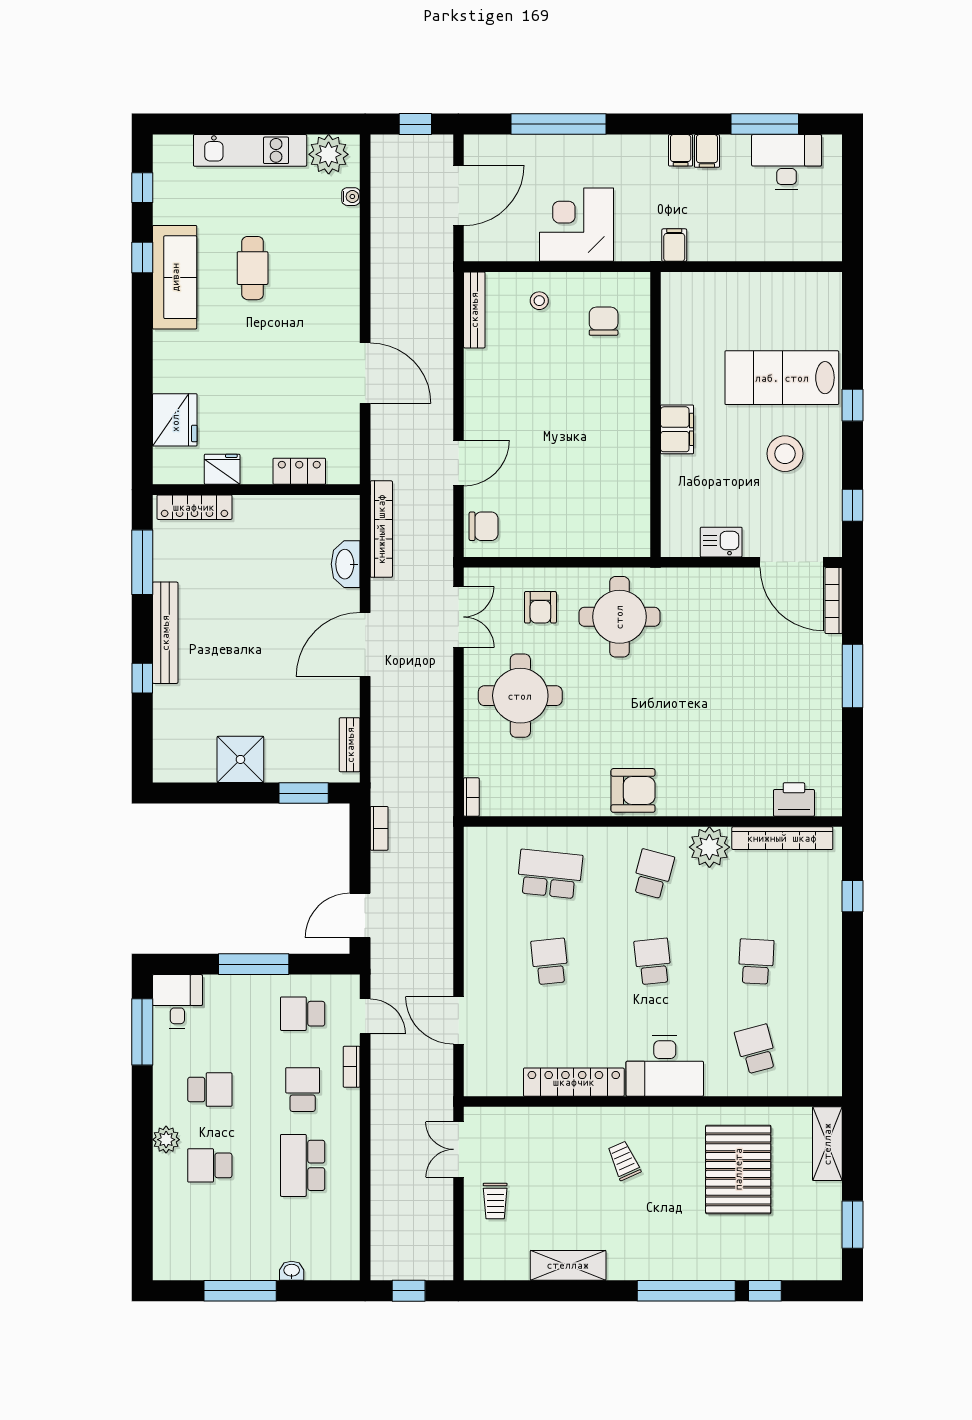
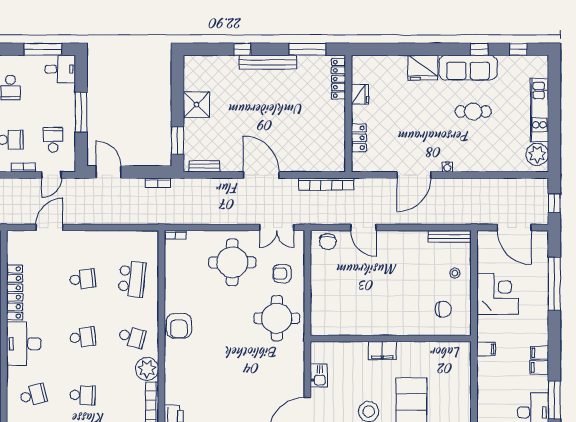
water cooler: (351, 197) -> (447, 167), moved
fridge: (175, 420) -> (423, 68), moved
washbasin: (346, 564) -> (306, 164), removed

